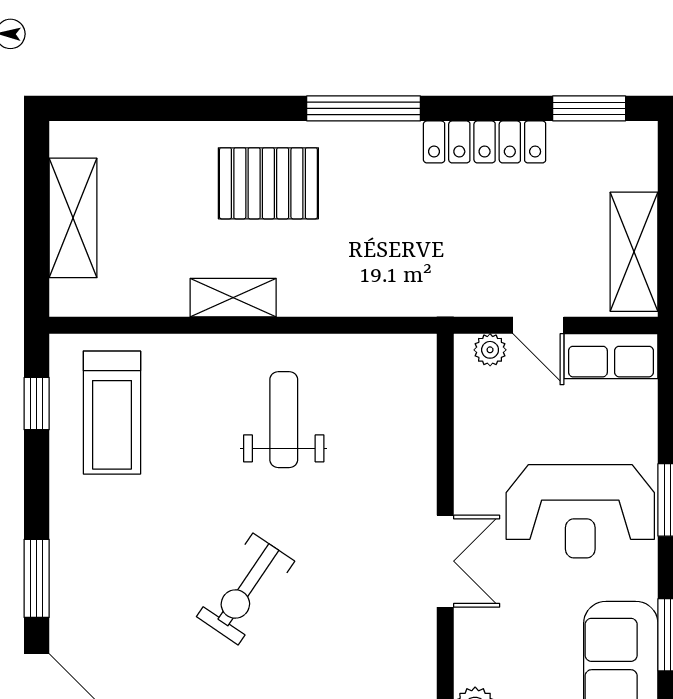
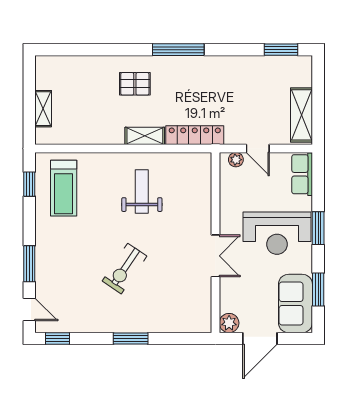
locker: (485, 142) -> (195, 135), moved, turned 180
pallet: (268, 183) -> (135, 84), width x0.67, depth x0.71
shelving: (73, 218) -> (43, 109), width x0.67, depth x0.75
shelving: (233, 298) -> (145, 136), moved
row of seats: (611, 356) -> (302, 174), moved, turned 90

